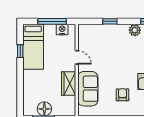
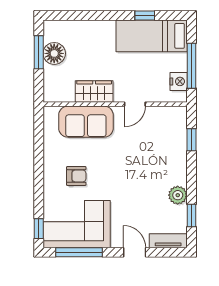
window: (110, 21) -> (191, 140), moved

